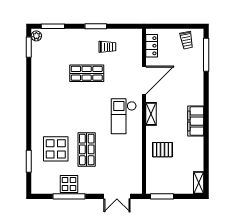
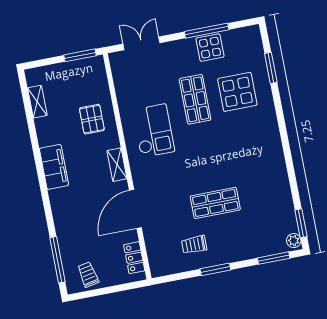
checkout: (124, 116) -> (153, 131), moved
pallet: (162, 150) -> (92, 119), turned 90
shelving: (199, 183) -> (37, 102), moved

